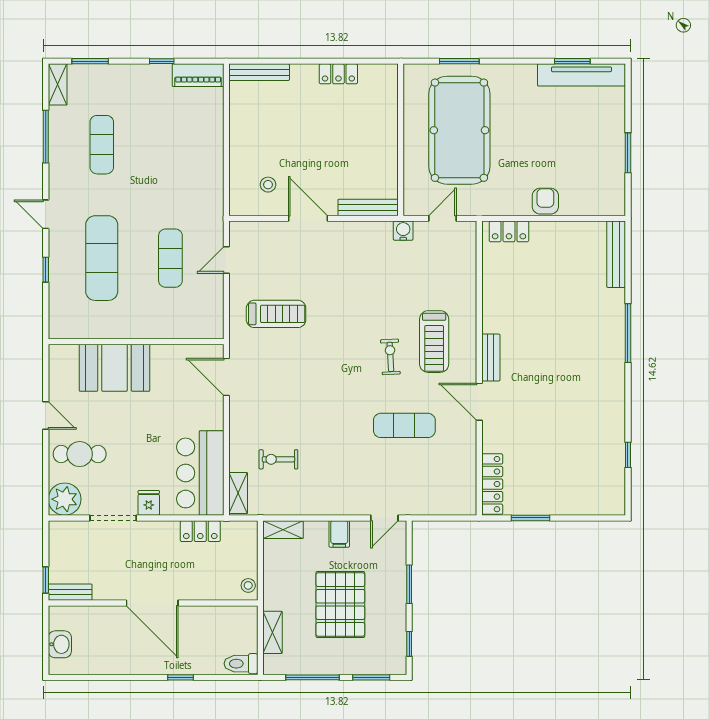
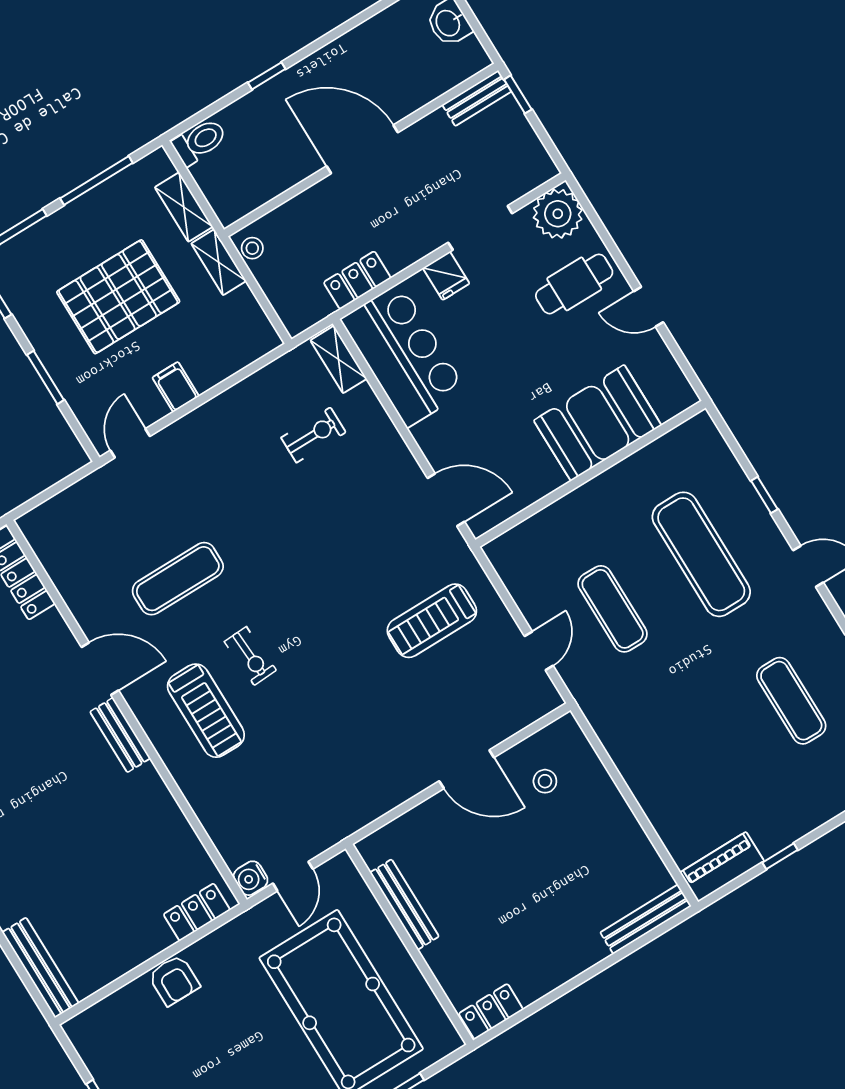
locker: (338, 74) -> (491, 1011), moved
bench: (368, 207) -> (404, 905), moved, turned 90
water cooler: (403, 231) -> (251, 878), moved, turned 90
treadmill: (434, 342) -> (206, 711), turned 180
shelving: (283, 530) -> (219, 262), moved, turned 90
pallet: (340, 604) -> (118, 297), turned 90

